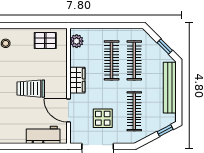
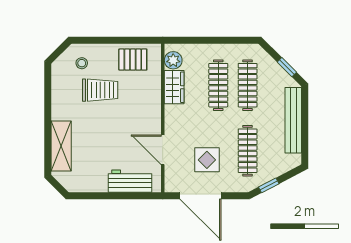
wardrobe: (77, 80) -> (174, 87), moved
trolley: (31, 89) -> (100, 90), moved, turned 180
window: (165, 131) -> (269, 185), moved

